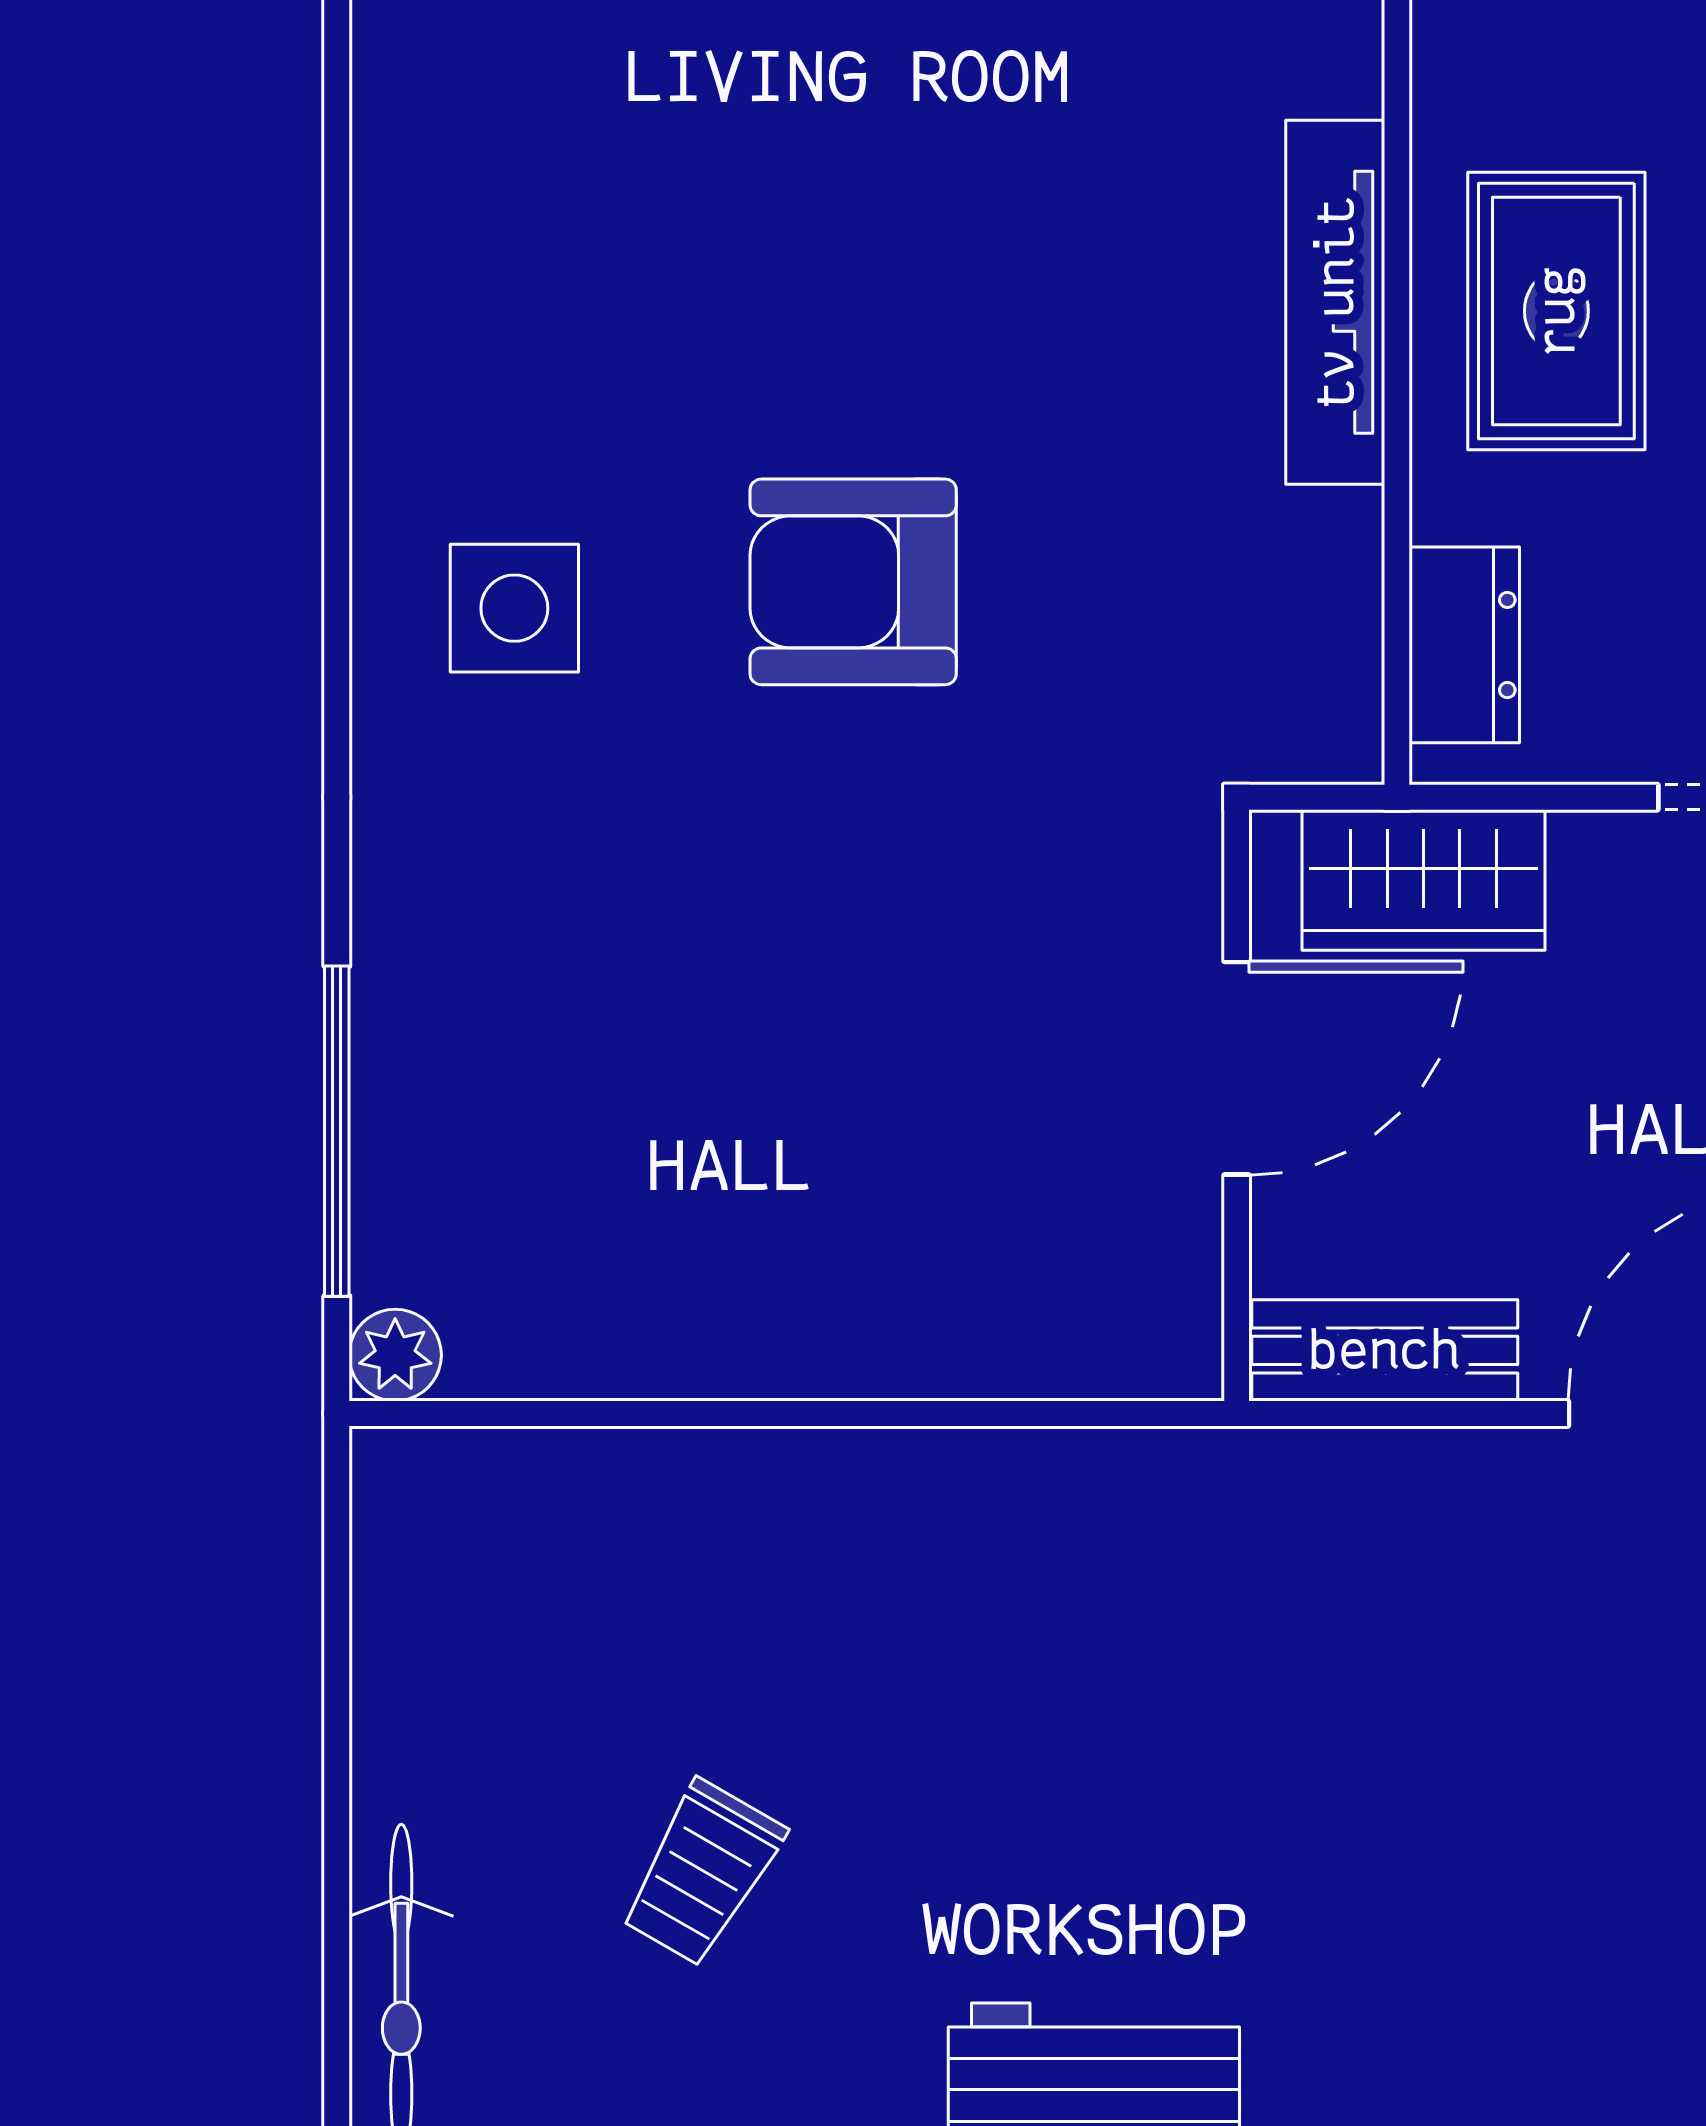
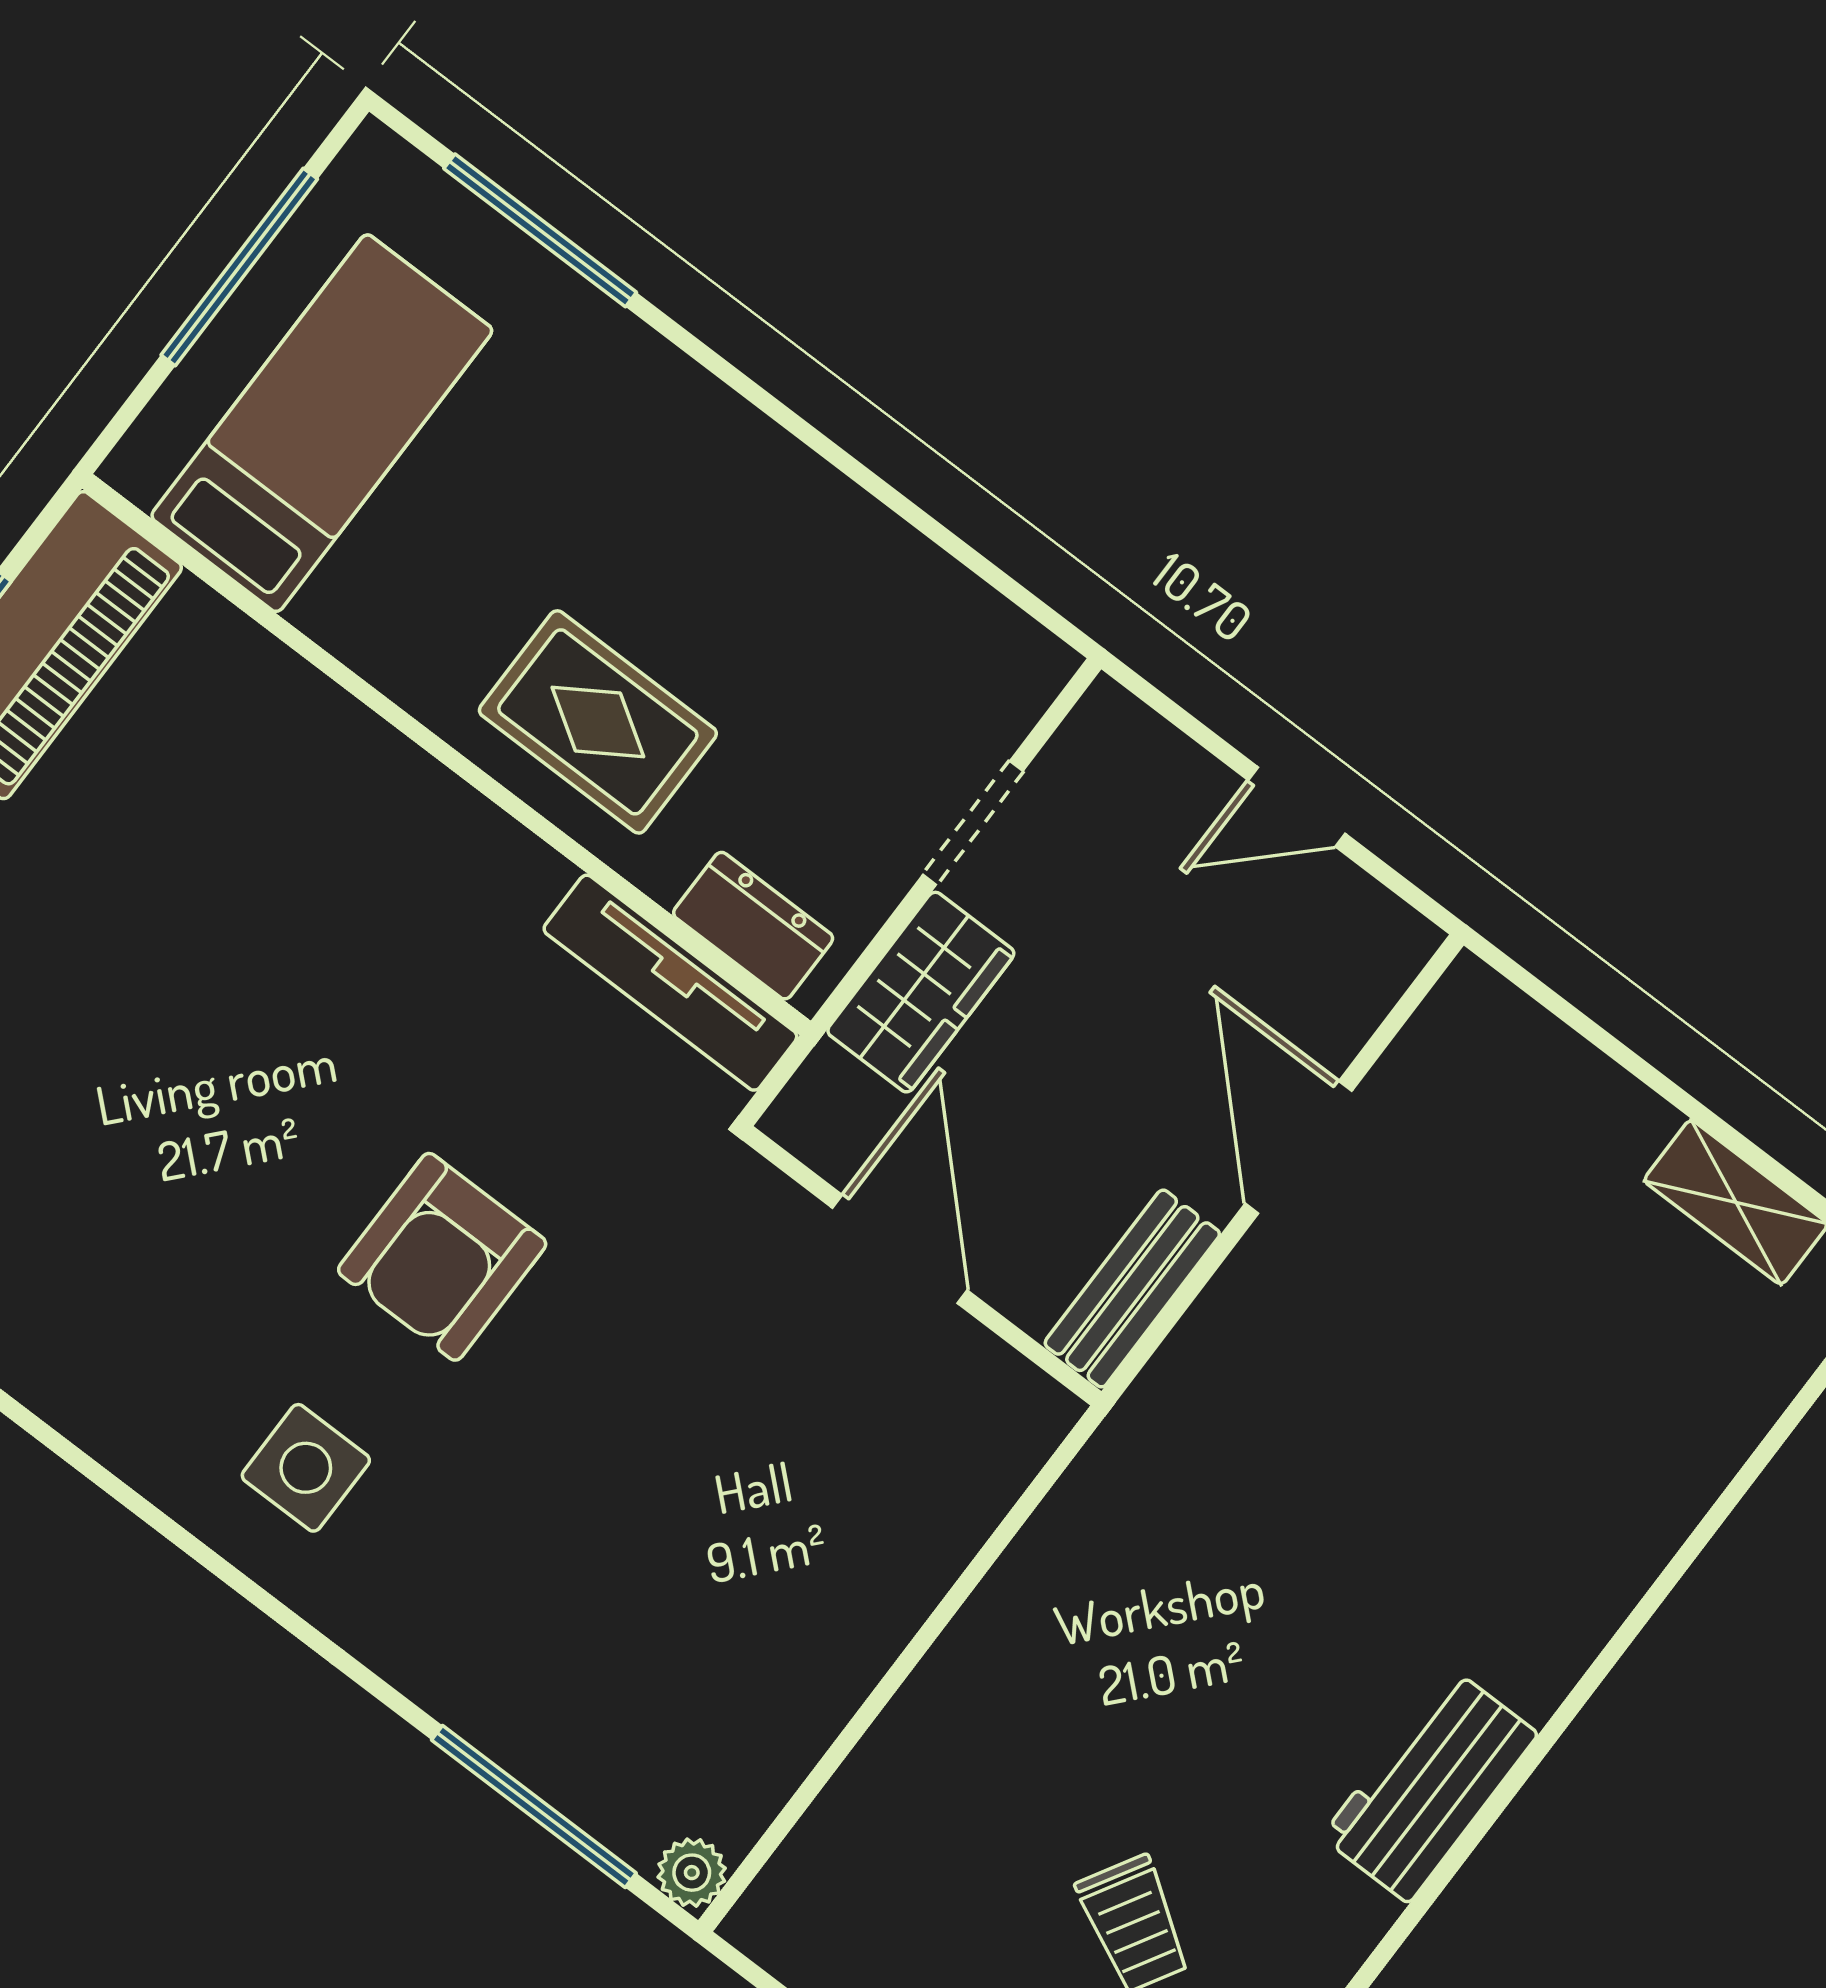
tv unit: (1335, 302) -> (670, 983), moved
wardrobe: (1424, 880) -> (921, 992), moved

